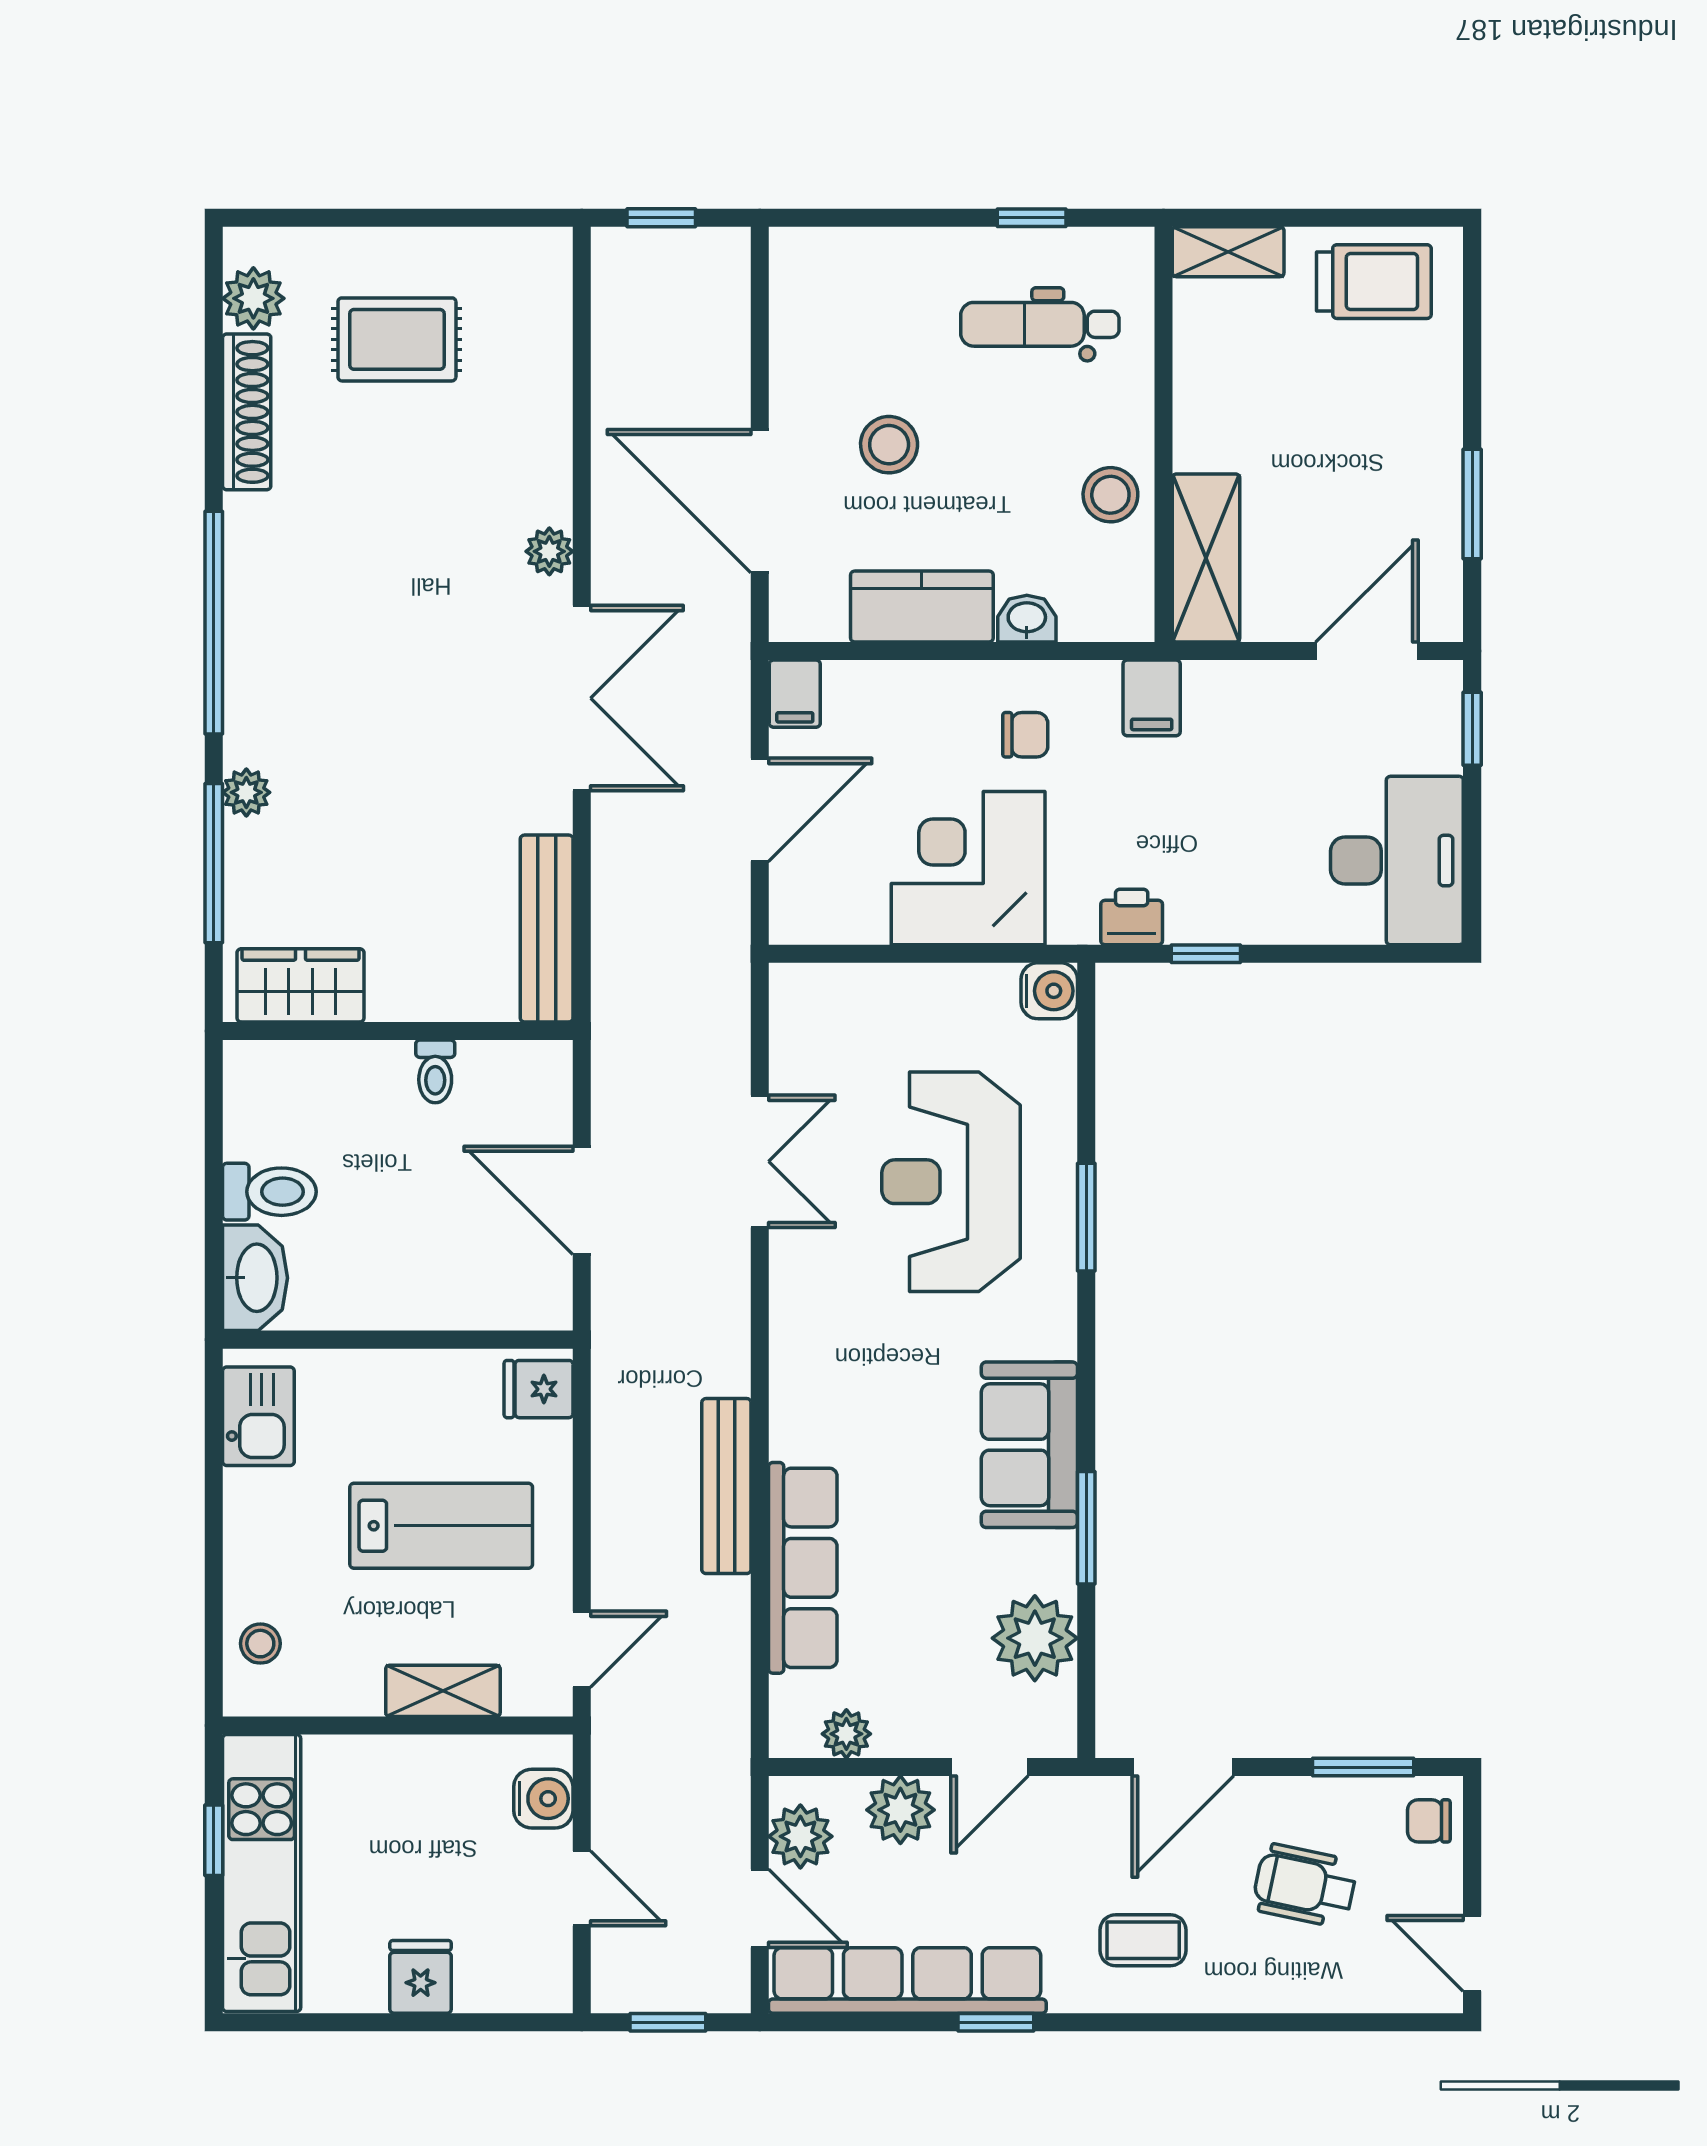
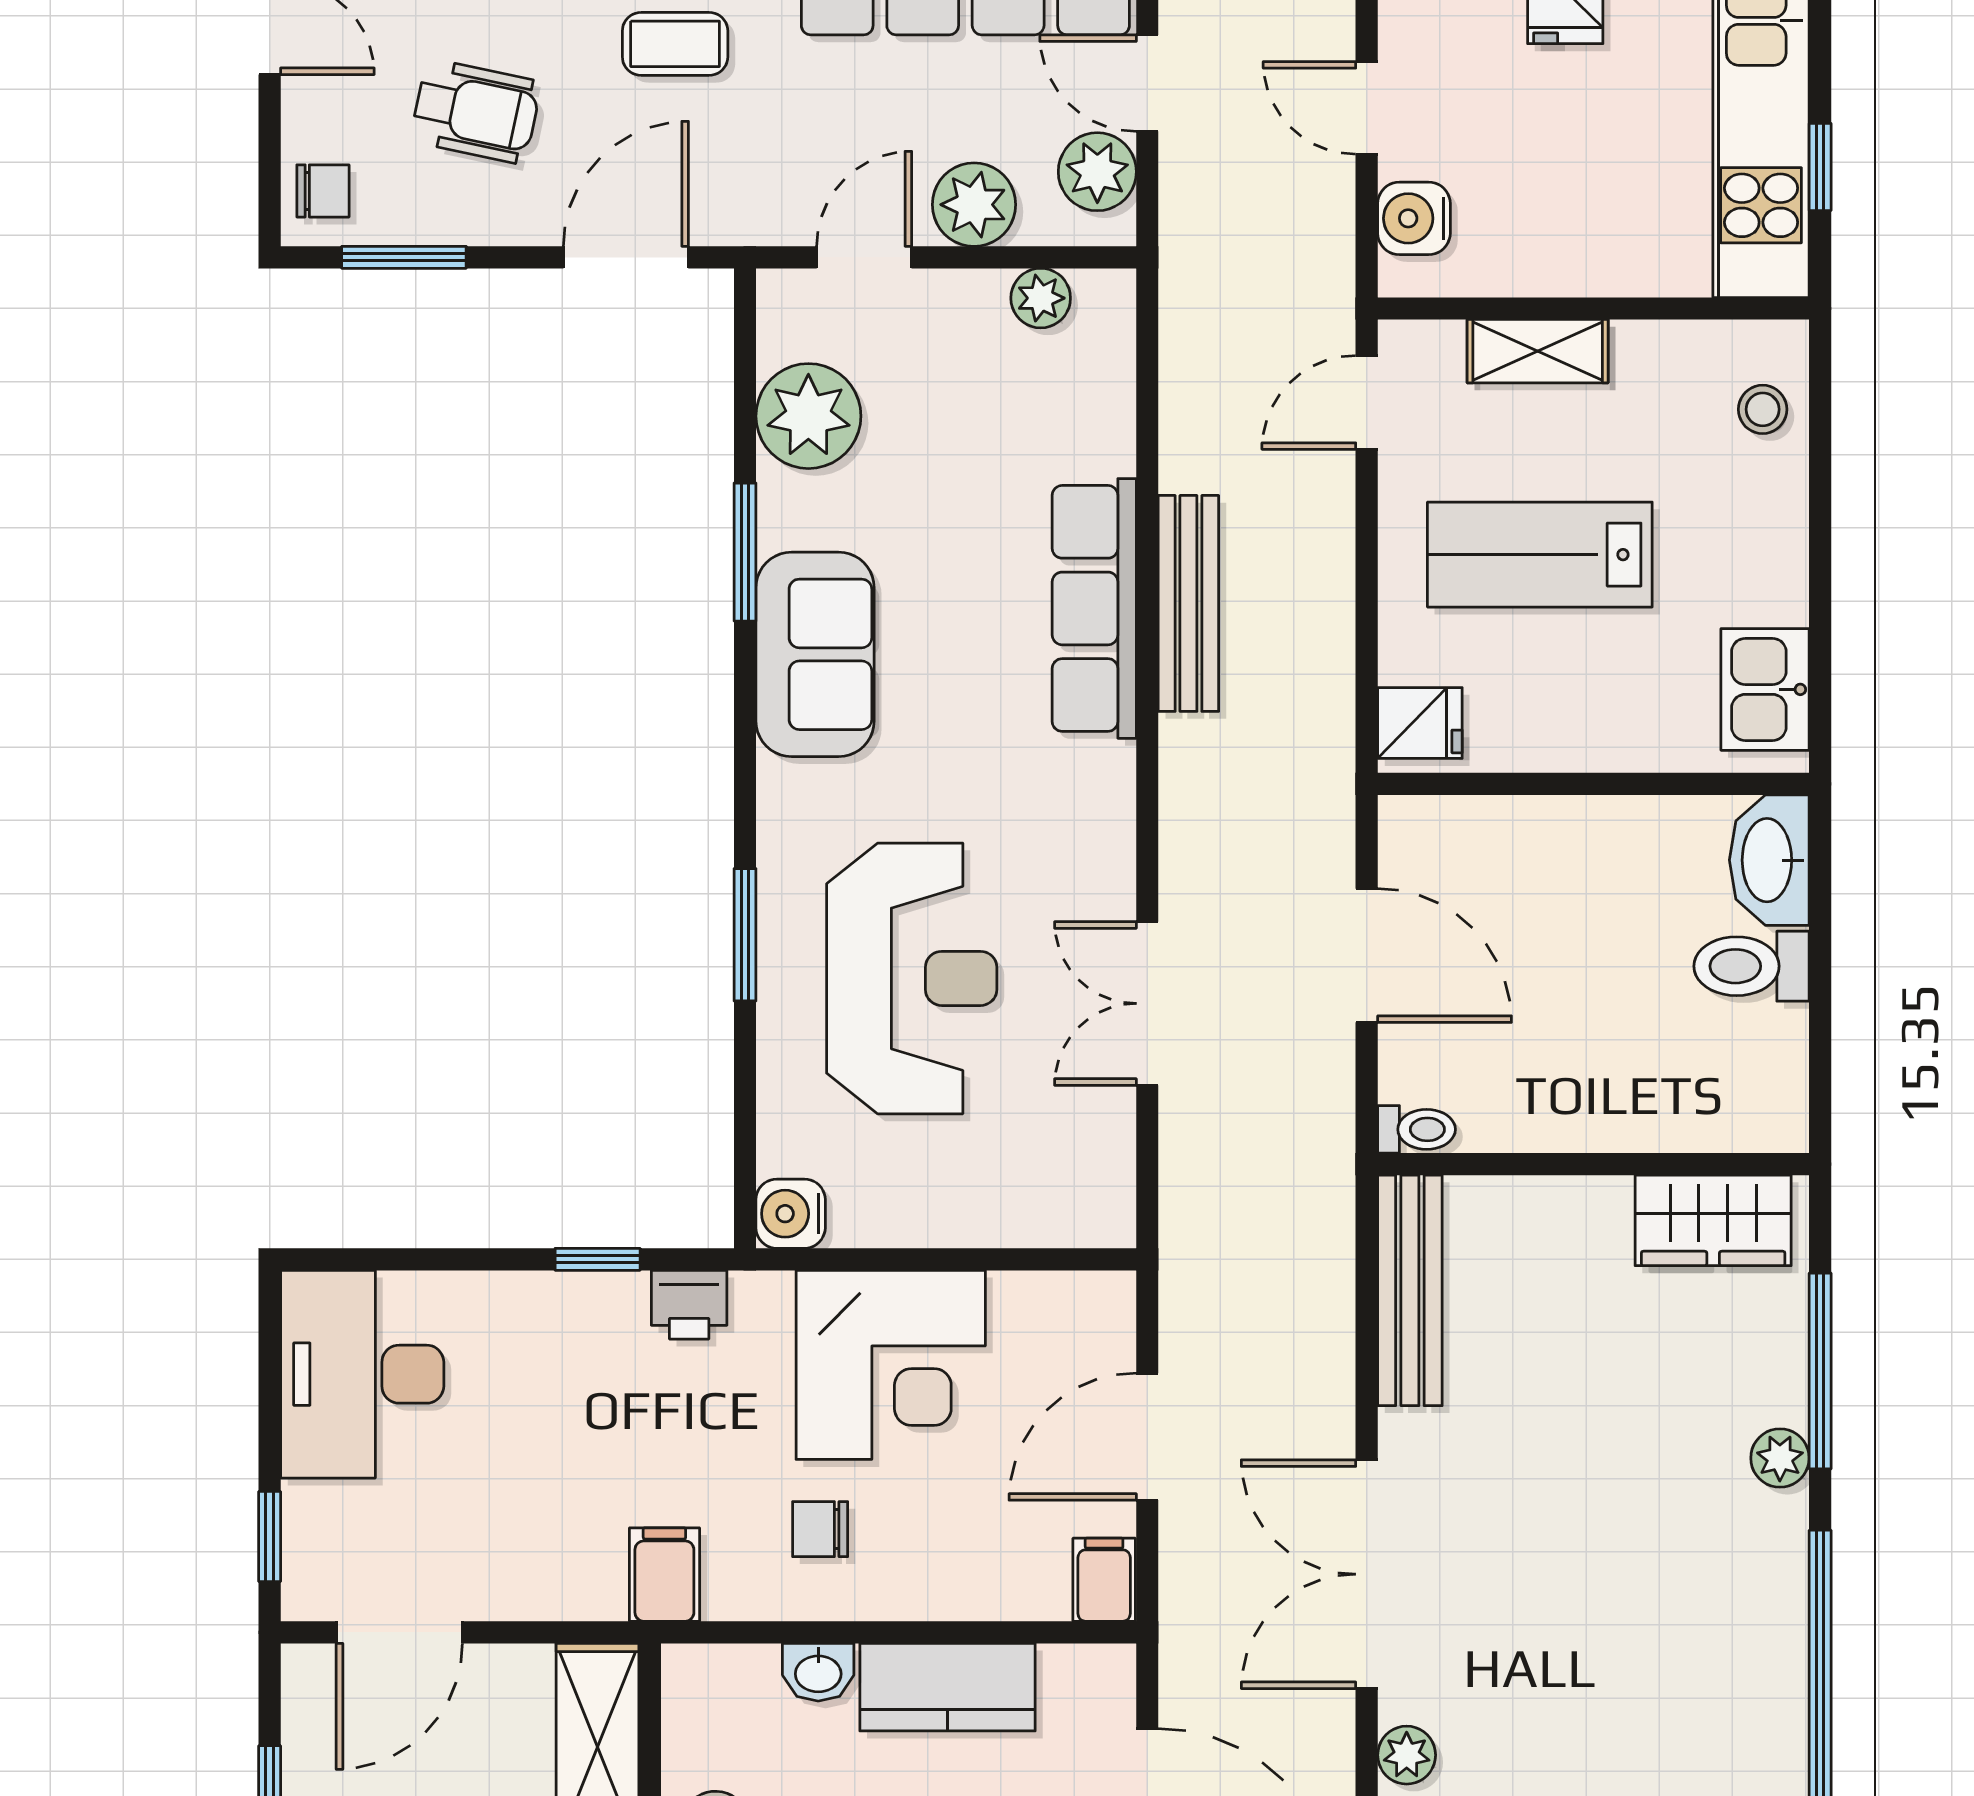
toilet: (435, 1071) -> (1417, 1129), moved, turned 90
row of seats: (803, 1568) -> (1094, 608), moved

